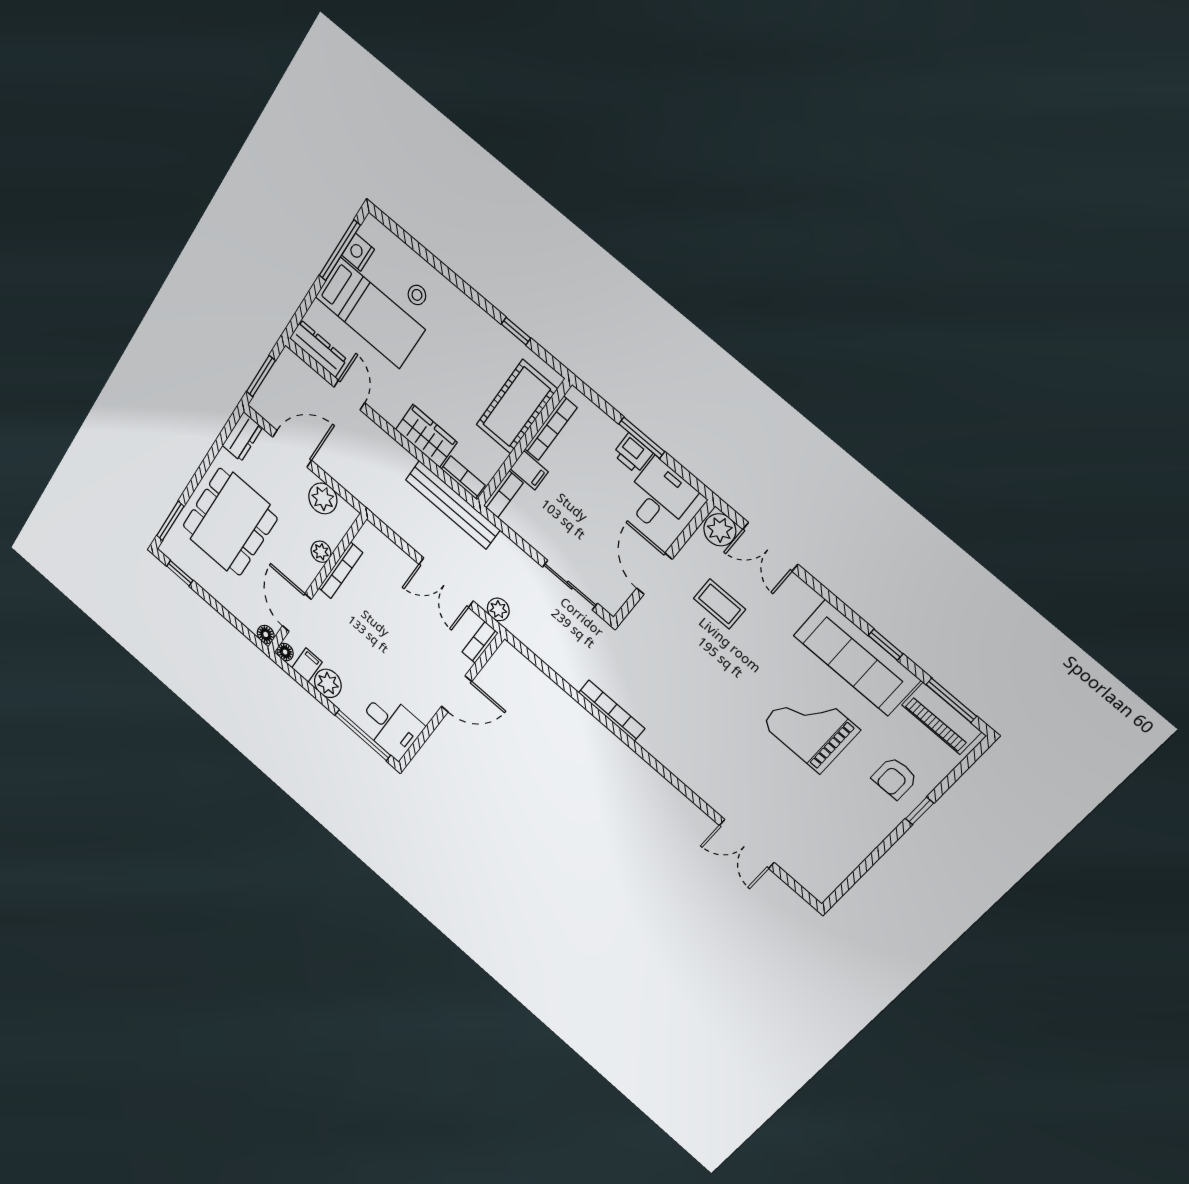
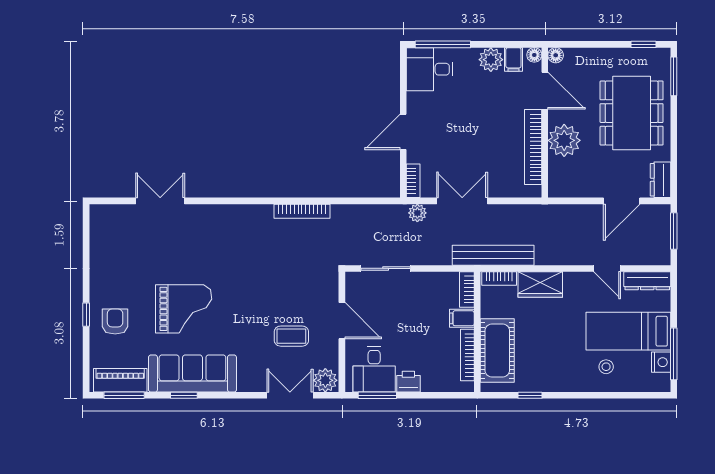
window: (642, 438) -> (377, 395), moved
plant: (323, 498) -> (579, 185), removed
plant: (321, 552) -> (564, 140), width x1.87, depth x1.87
bookcase: (341, 570) -> (533, 147), width x1.48, depth x1.31

